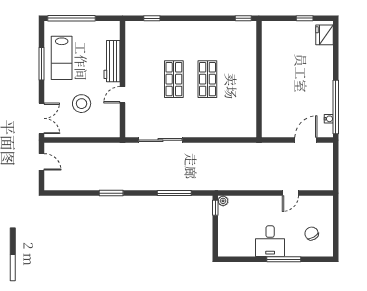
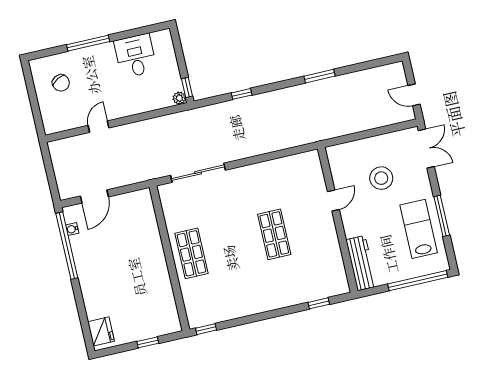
window: (305, 18) -> (148, 342), moved
workbench: (112, 61) -> (361, 263), moved
shop shelf: (207, 79) -> (191, 253), moved
double door: (42, 118) -> (426, 149), swing flipped
sliding door: (160, 140) -> (198, 173), moved
window: (174, 193) -> (242, 94), width x0.46
desk: (270, 241) -> (135, 56), moved

